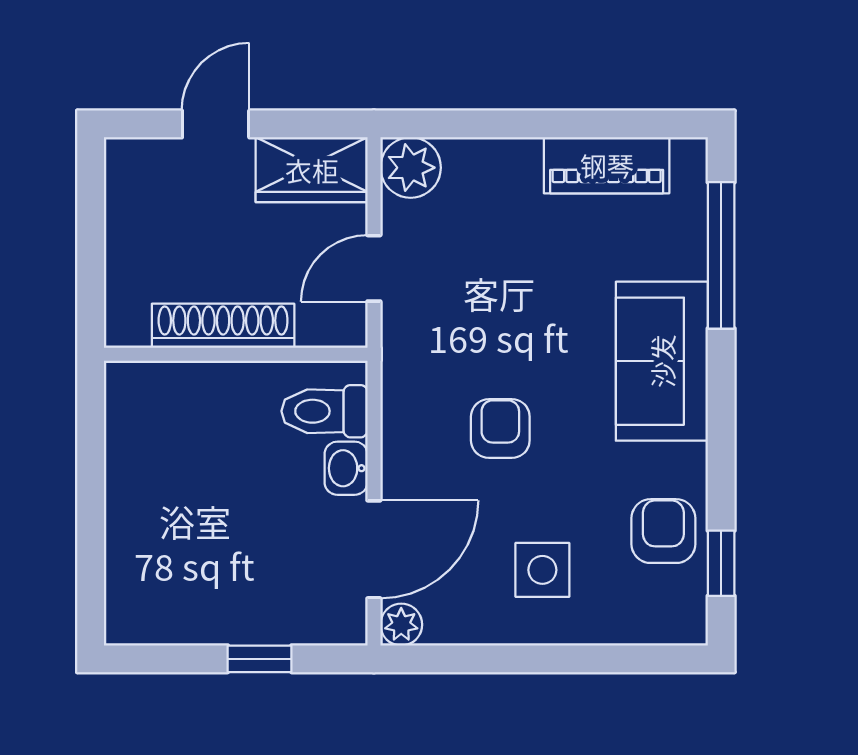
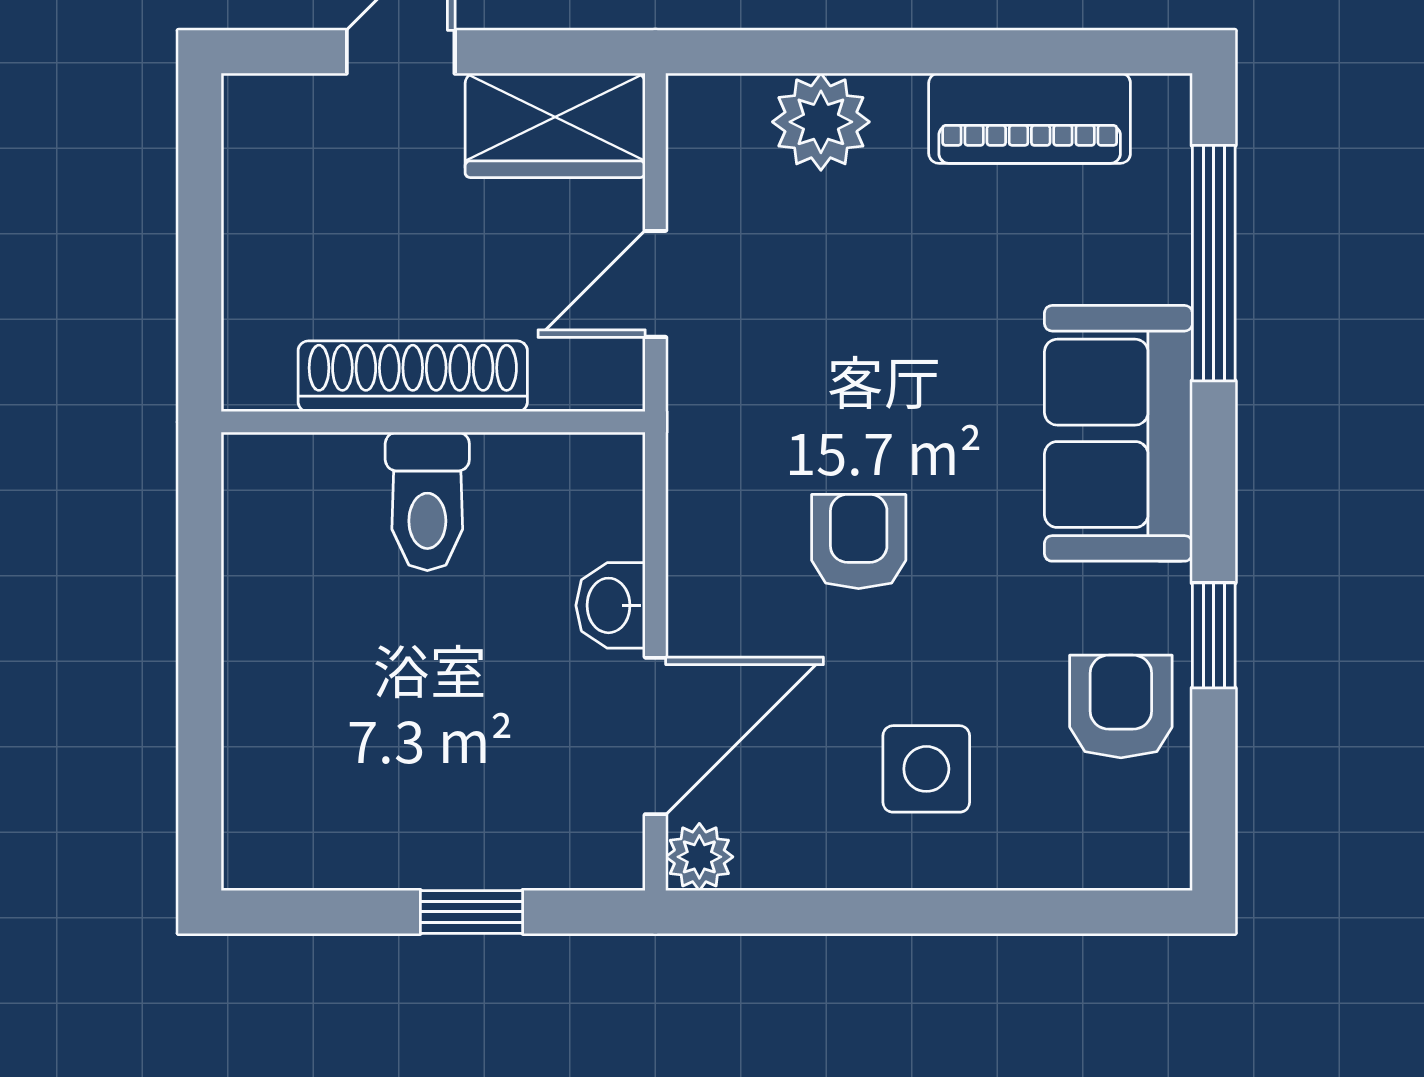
plant: (411, 168) -> (821, 122), moved
toilet: (325, 411) -> (427, 501), moved, turned -90
window: (721, 563) -> (1214, 635), moved

